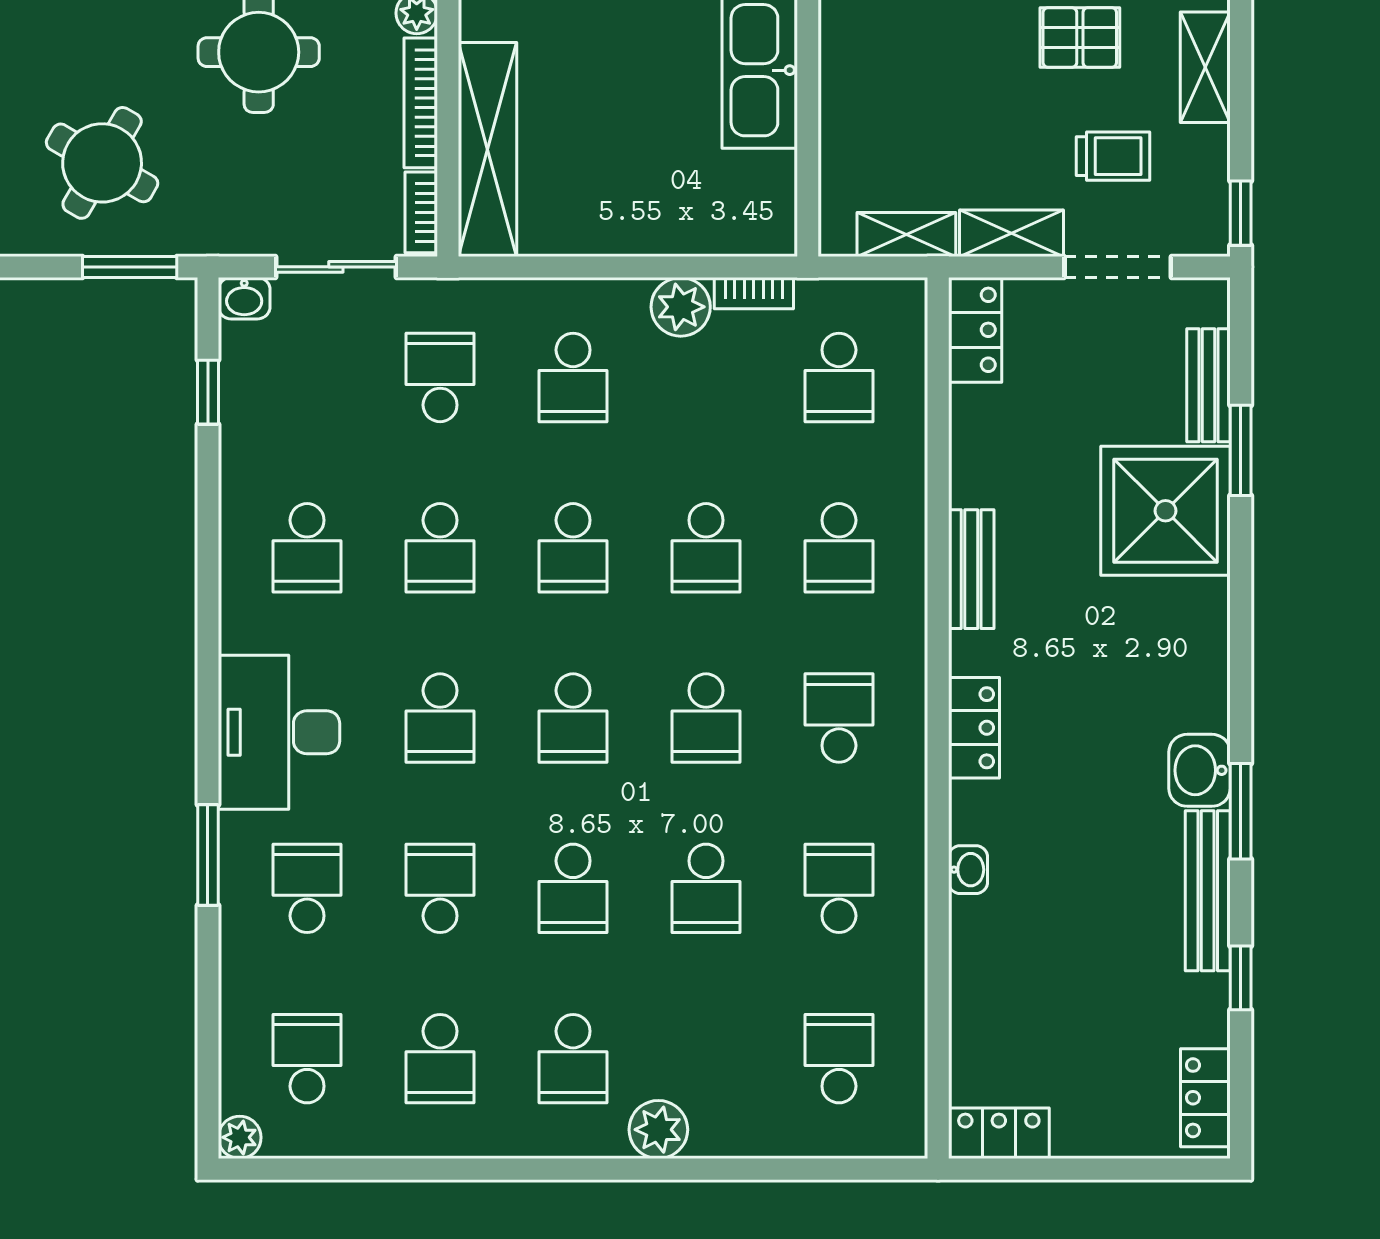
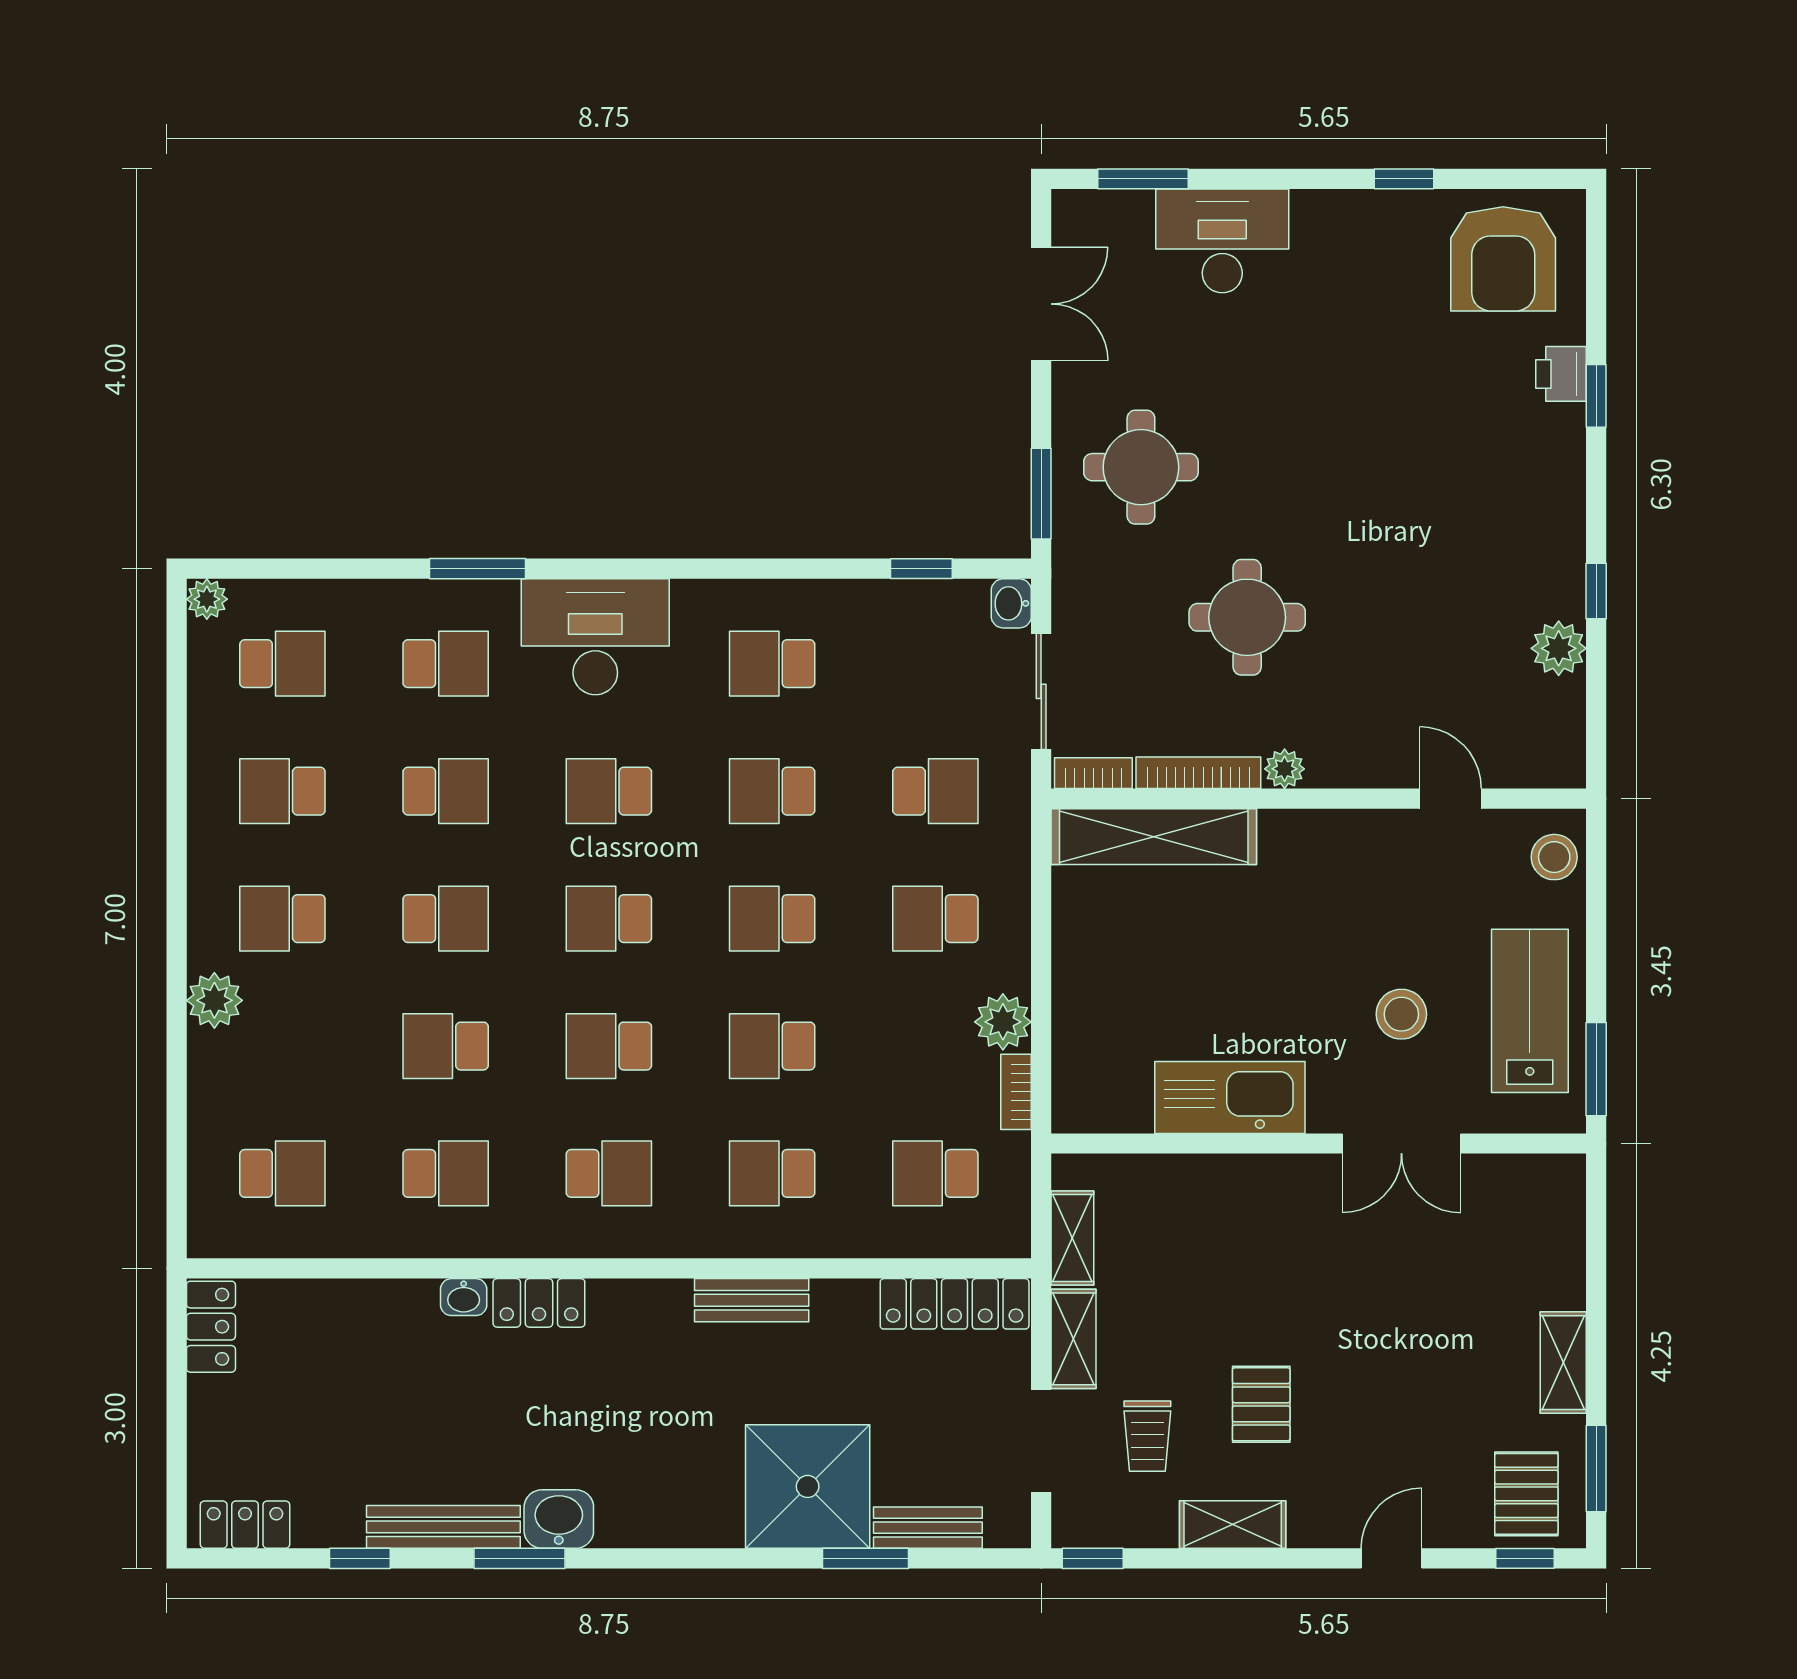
round table: (102, 163) -> (1141, 467), turned -30
locker: (975, 330) -> (955, 1304), width x1.53
locker: (974, 728) -> (539, 1303), moved
school desk: (573, 888) -> (446, 919), turned 180

